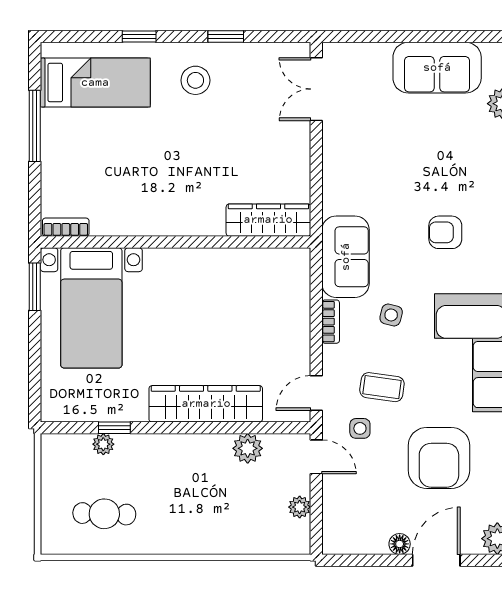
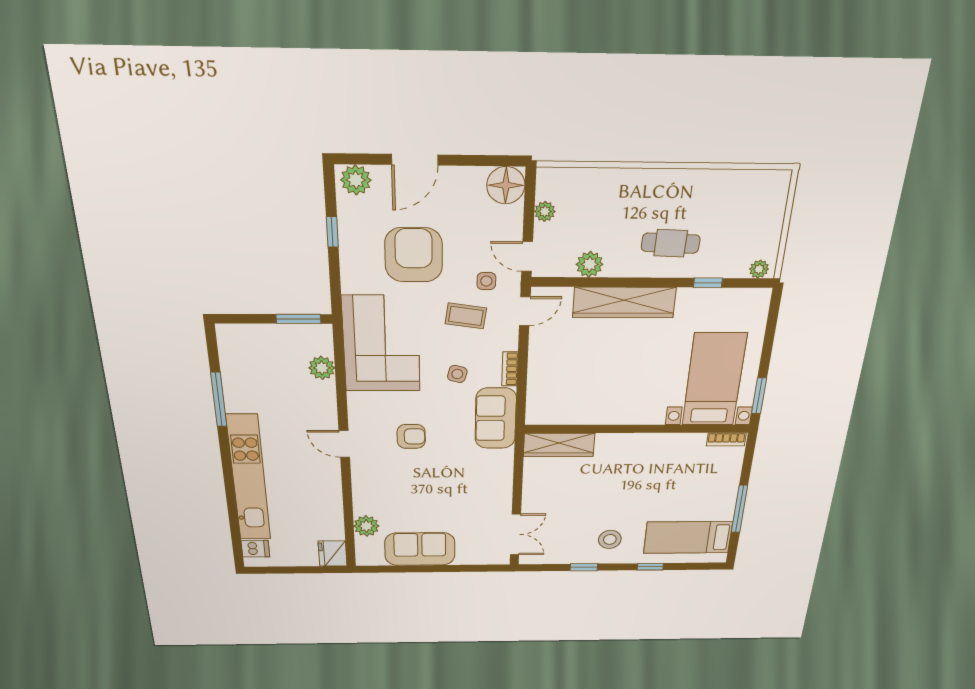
plant: (103, 444) -> (759, 269), moved
cafe table: (104, 514) -> (671, 243), moved
floor lamp: (400, 544) -> (506, 185), moved, width x1.89, depth x1.89

